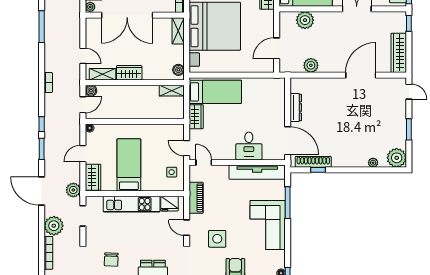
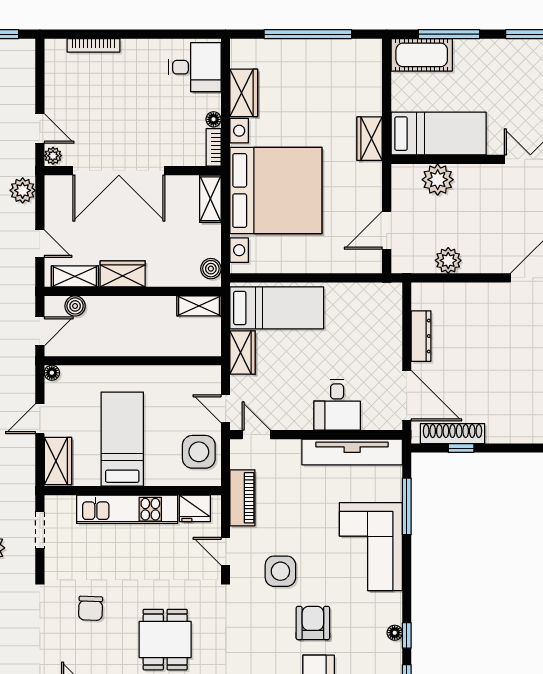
boiler: (91, 91) -> (75, 306), moved
side table: (172, 172) -> (199, 452), width x1.87, depth x1.87
plant: (73, 190) -> (23, 190), moved

